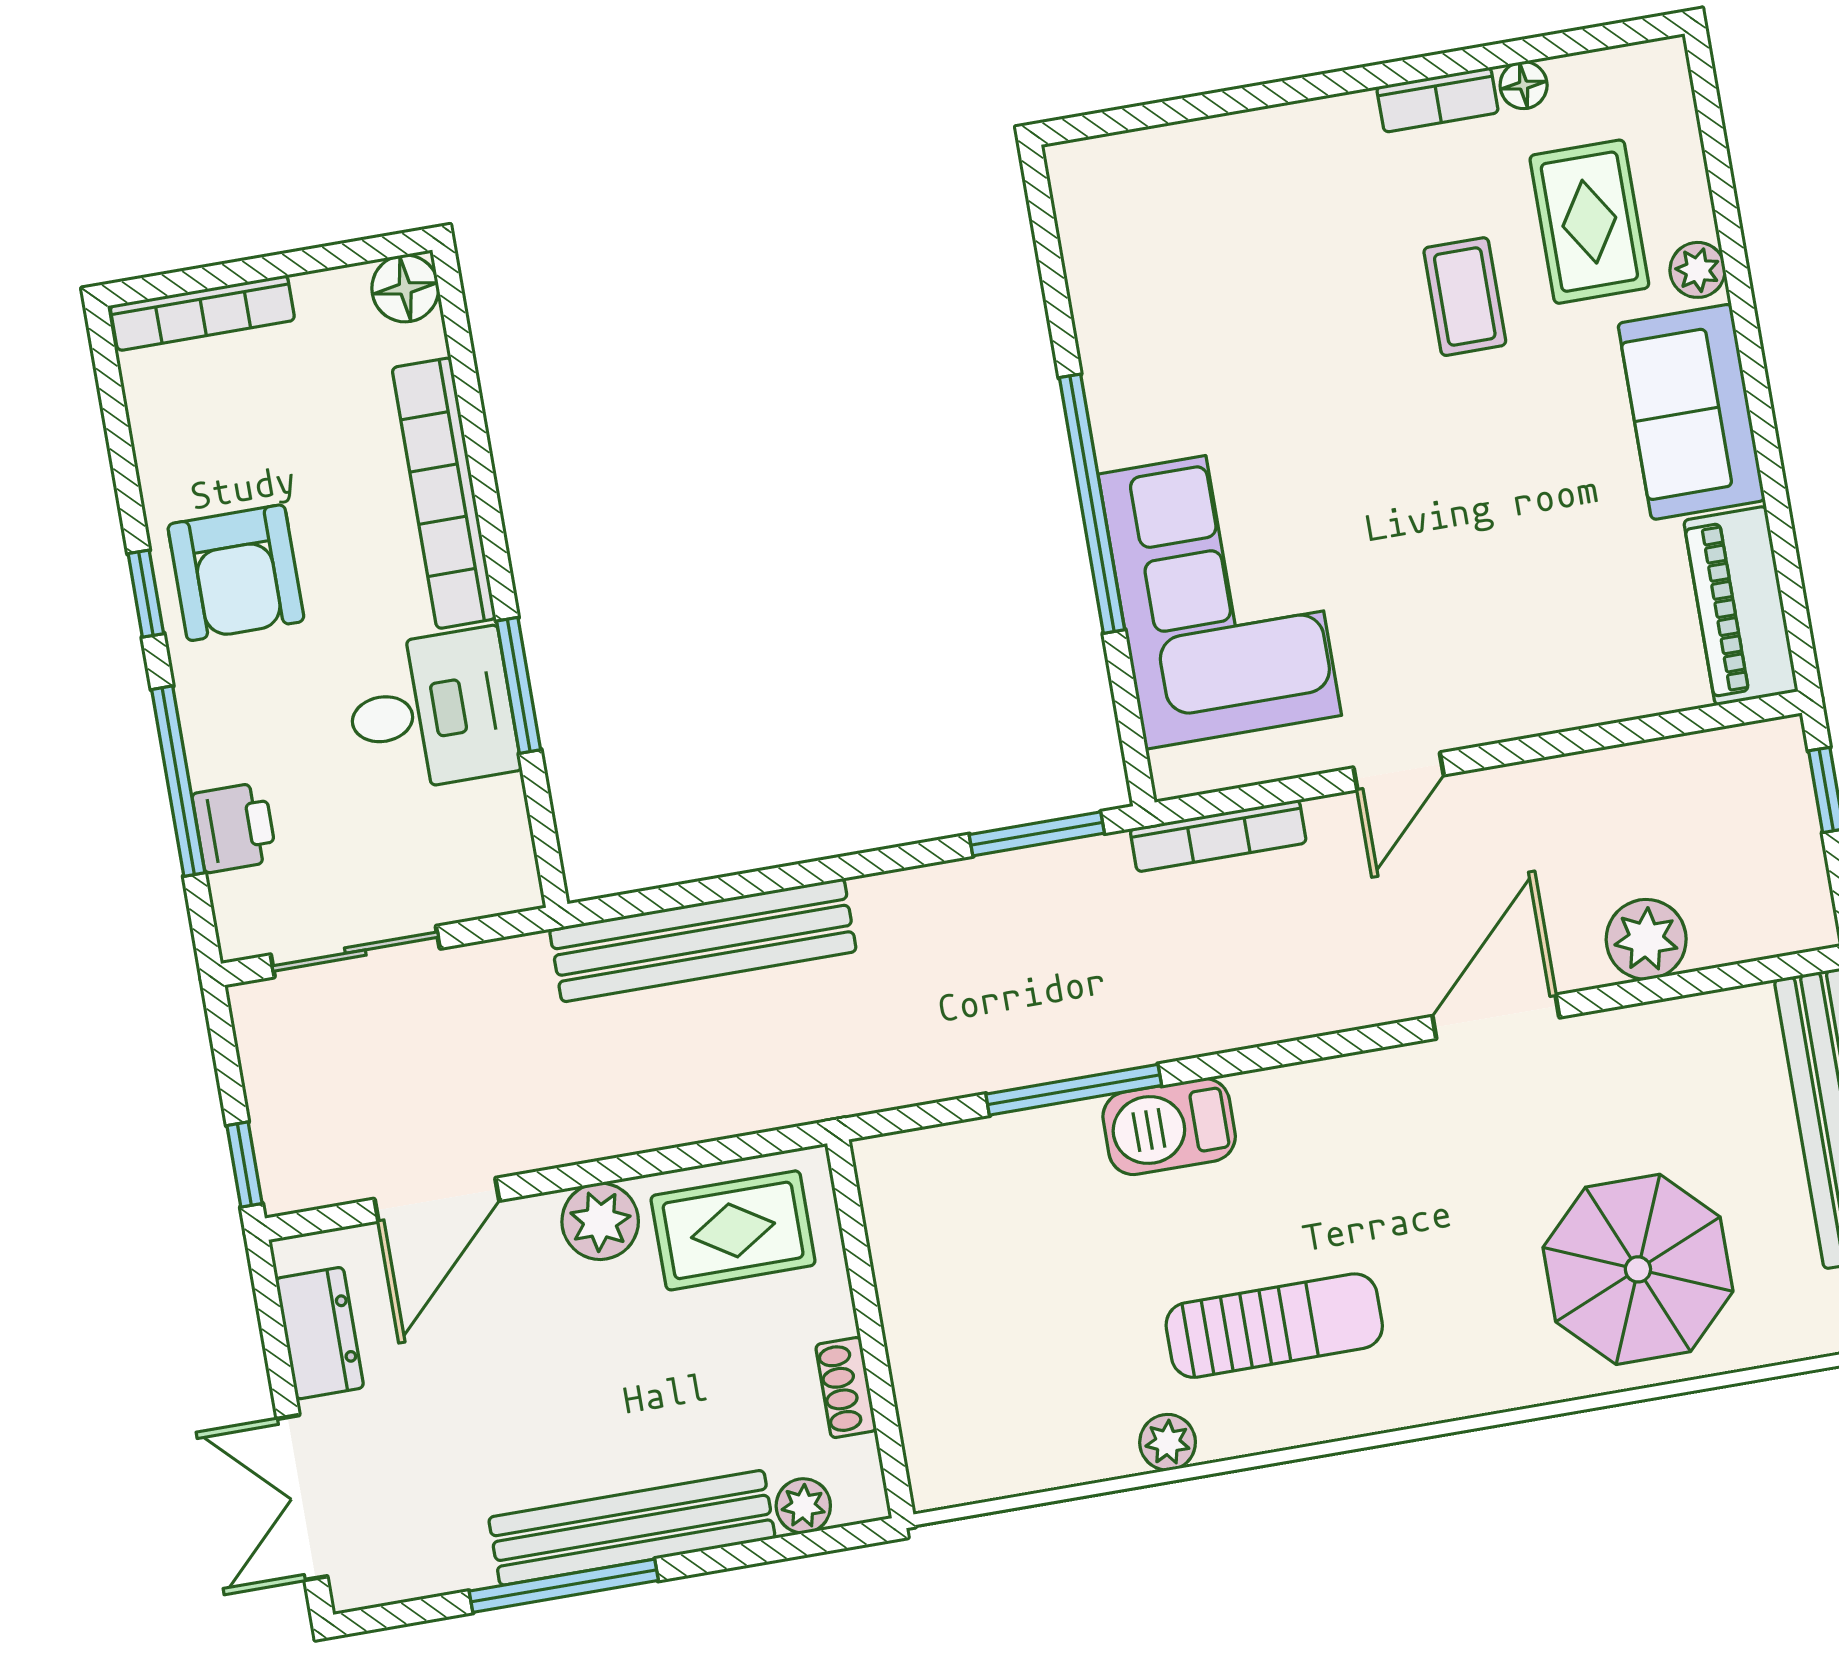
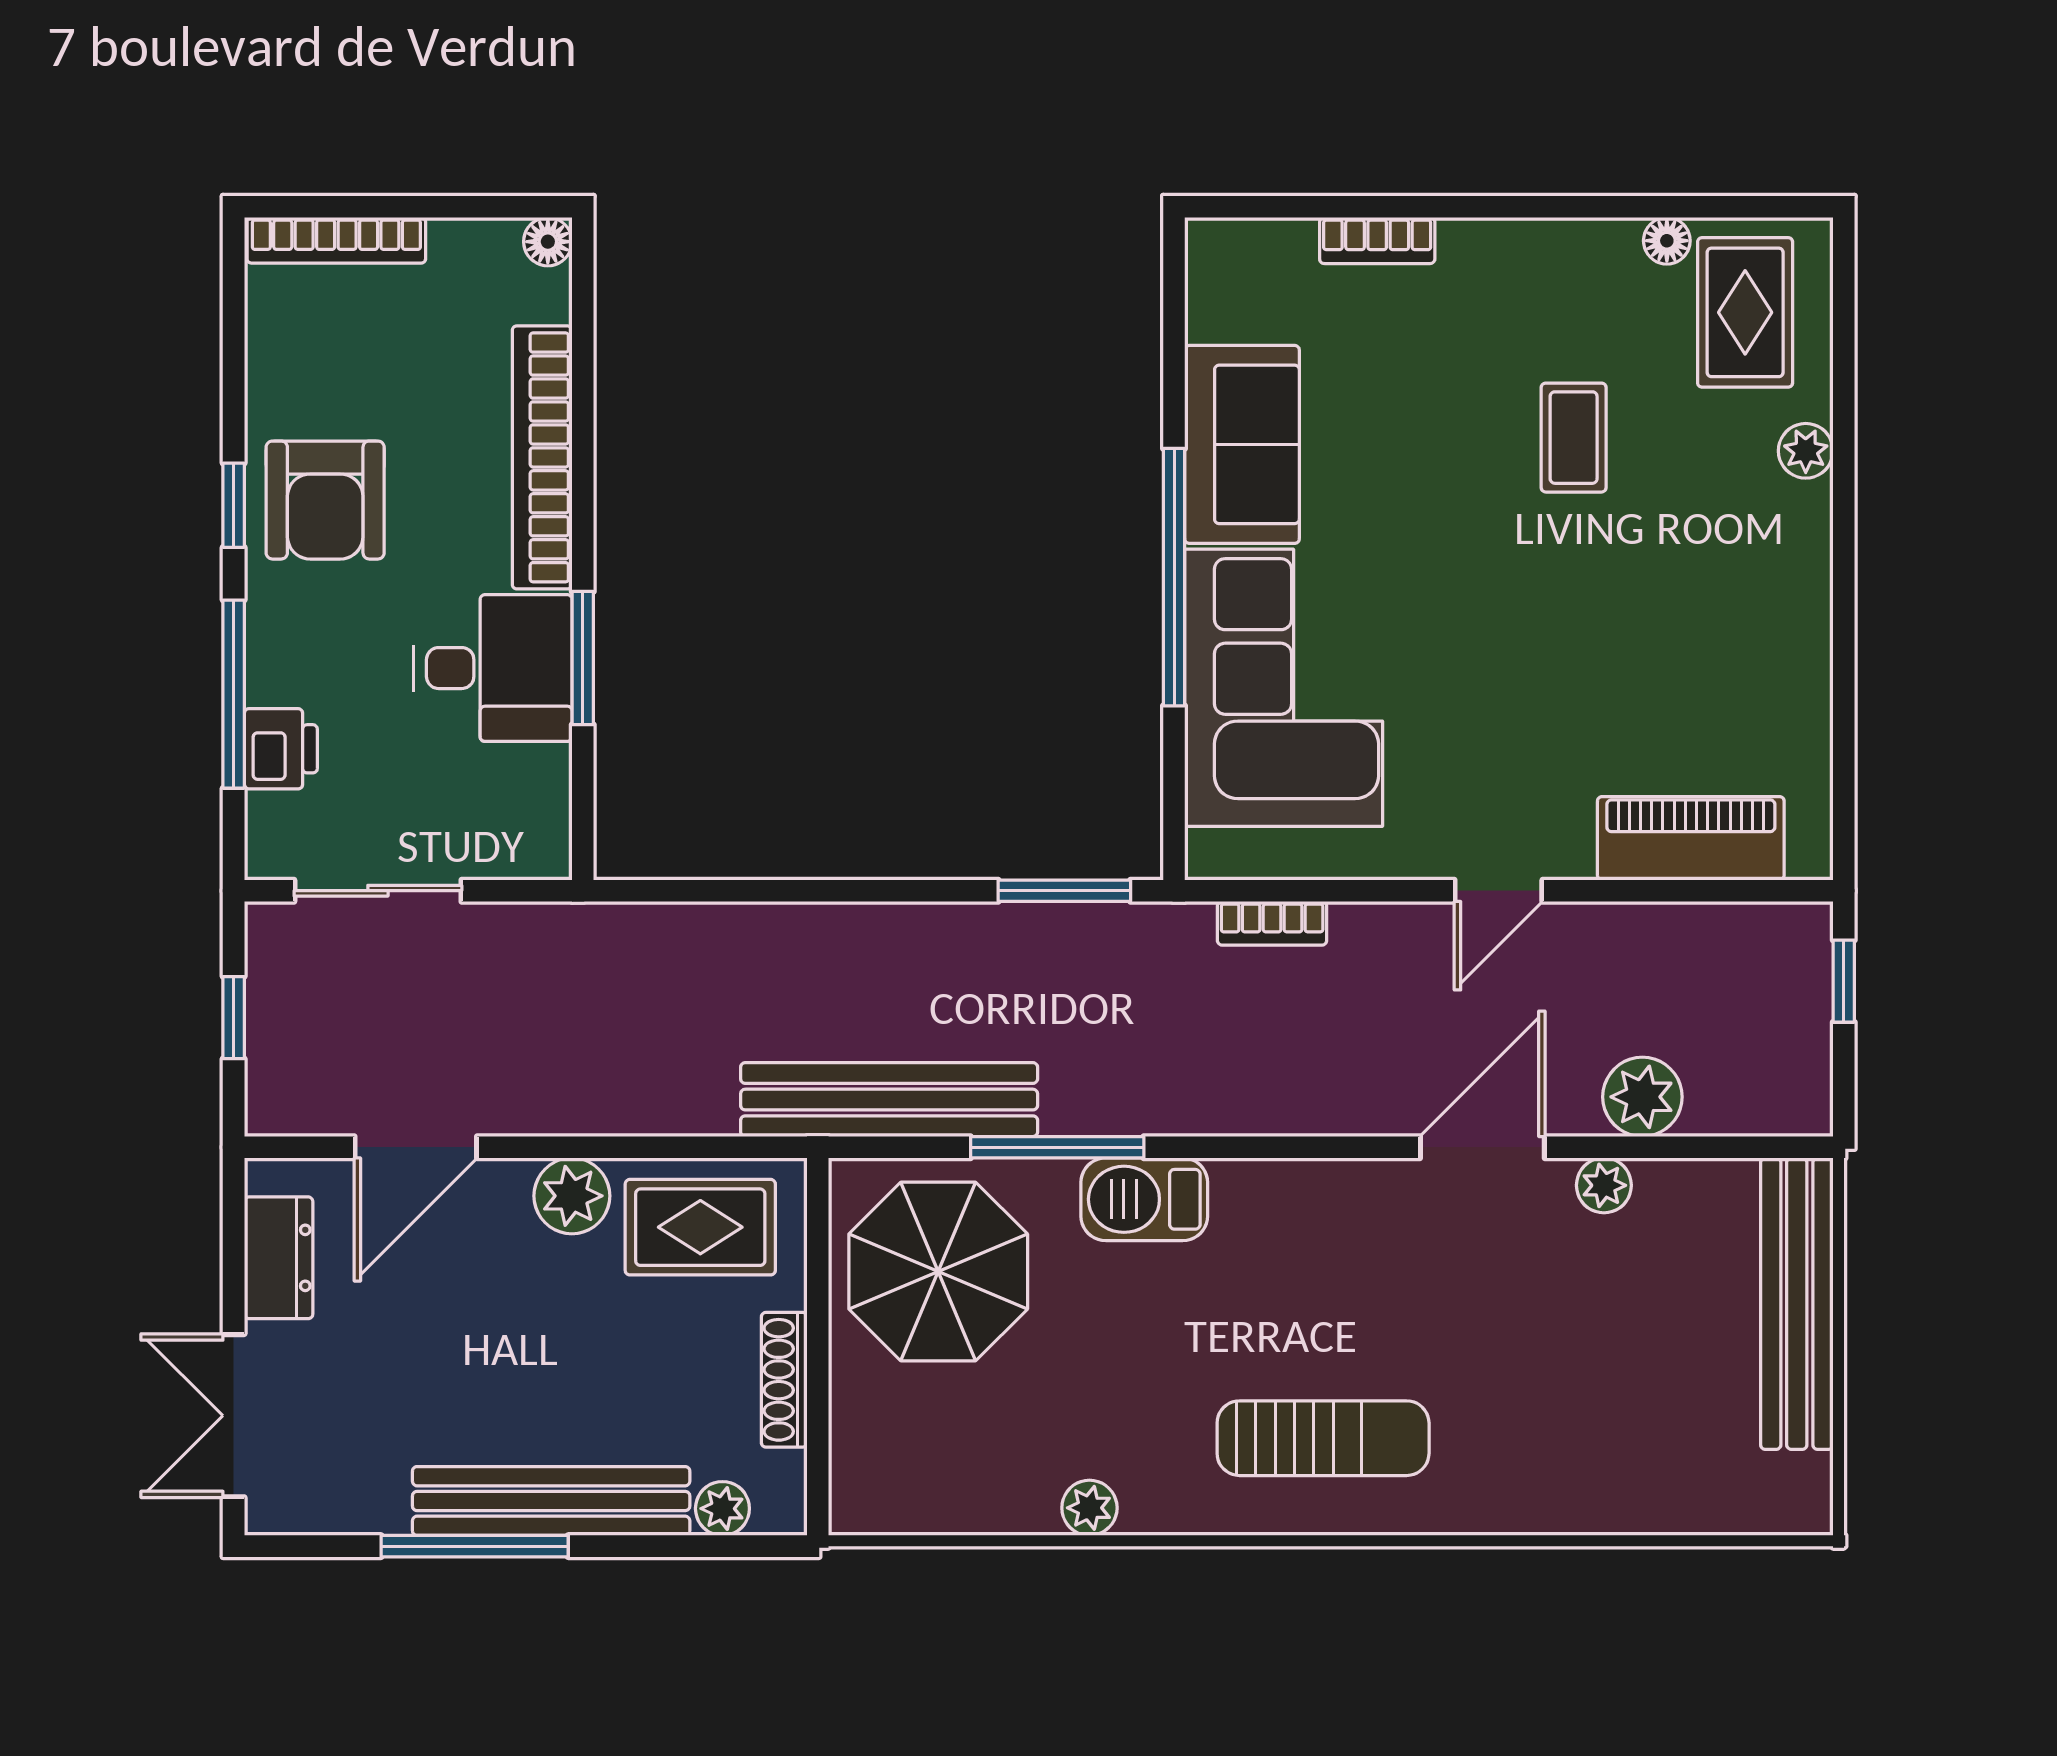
bookcase: (1437, 100) -> (1377, 240), moved
rug: (1589, 222) -> (1745, 312), moved
floor lamp: (405, 288) -> (548, 242), width x0.73, depth x0.73
sofa: (1691, 412) -> (1242, 444), moved, turned 180
piano: (1741, 606) -> (1691, 838), moved, turned 90
door: (1399, 771) -> (1498, 891), moved
bookcase: (1218, 836) -> (1272, 923), width x0.64
bench: (703, 940) -> (889, 1100), moved
plant: (1623, 1034) -> (1604, 1185), added
window: (244, 1165) -> (234, 1018), moved
parasol: (1638, 1269) -> (938, 1272), moved
sun lounger: (1274, 1326) -> (1323, 1438), moved
shoe rack: (846, 1388) -> (784, 1380), width x1.43

